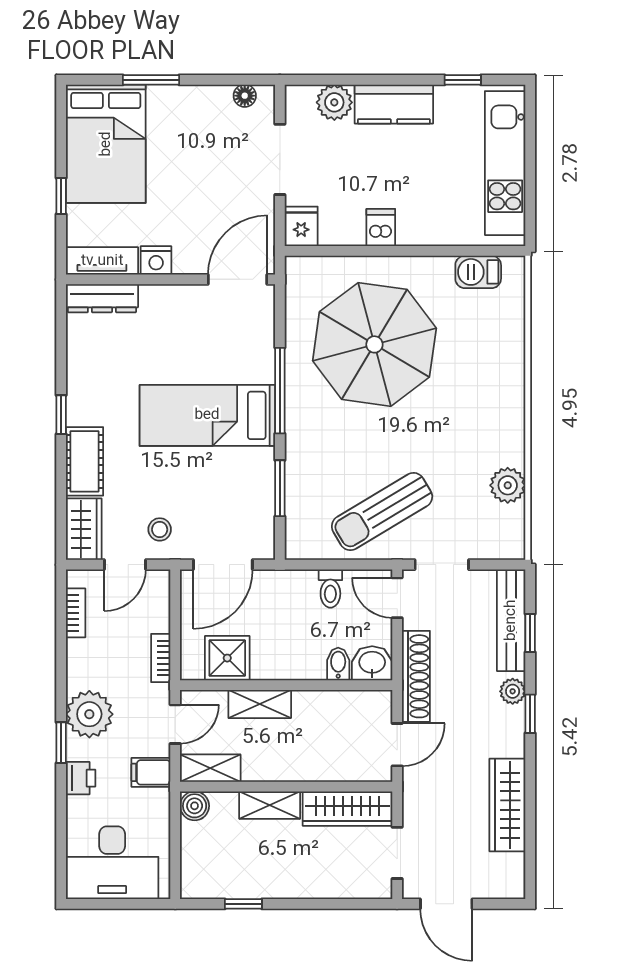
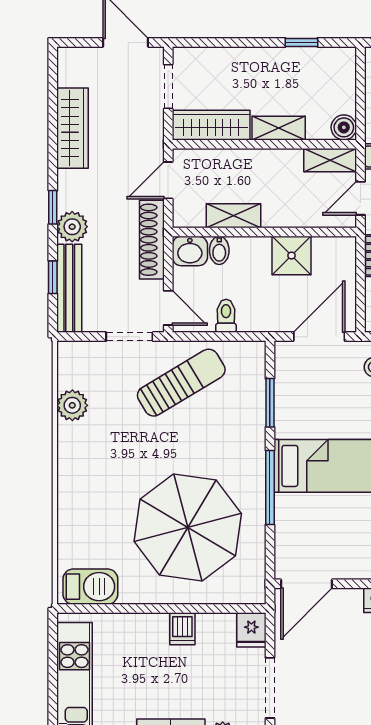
barbecue: (478, 272) -> (90, 587), width x1.38, depth x1.27
shower: (227, 658) -> (292, 256), moved
plant: (513, 691) -> (72, 227), width x1.38, depth x1.38
shelving: (260, 704) -> (234, 216), moved

